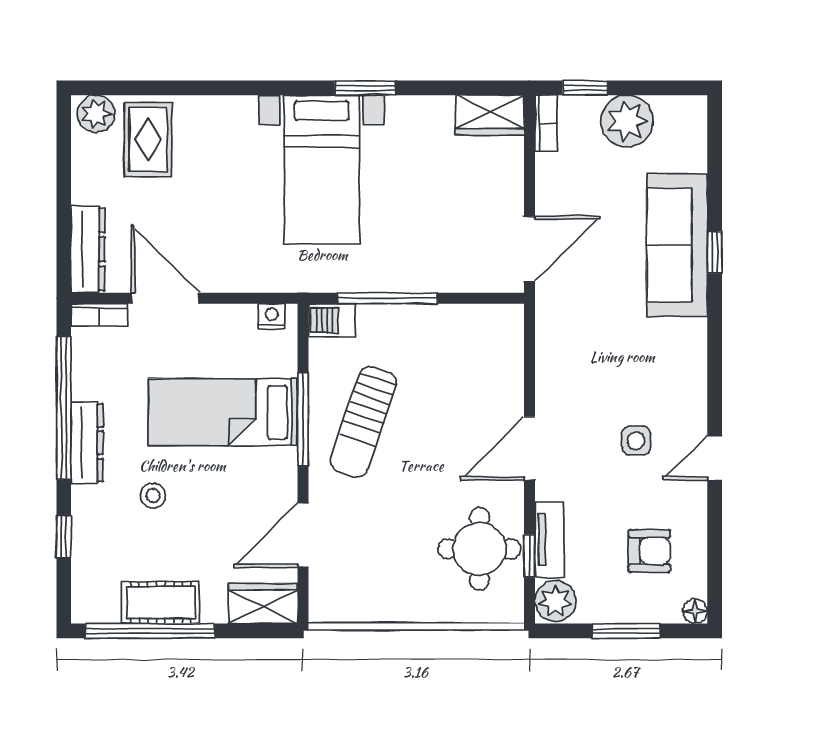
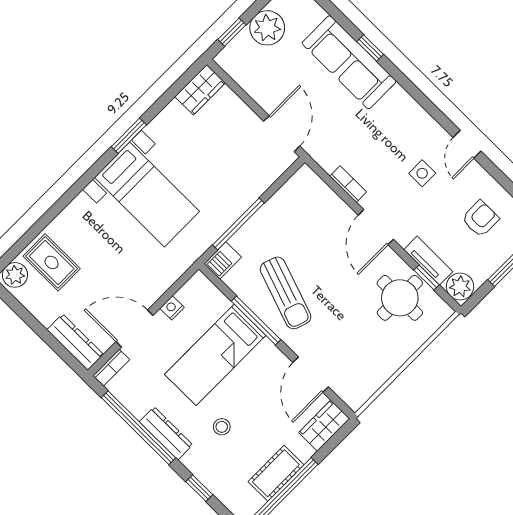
bookcase: (546, 123) -> (348, 184), moved
nightstand: (272, 316) -> (172, 308), moved

